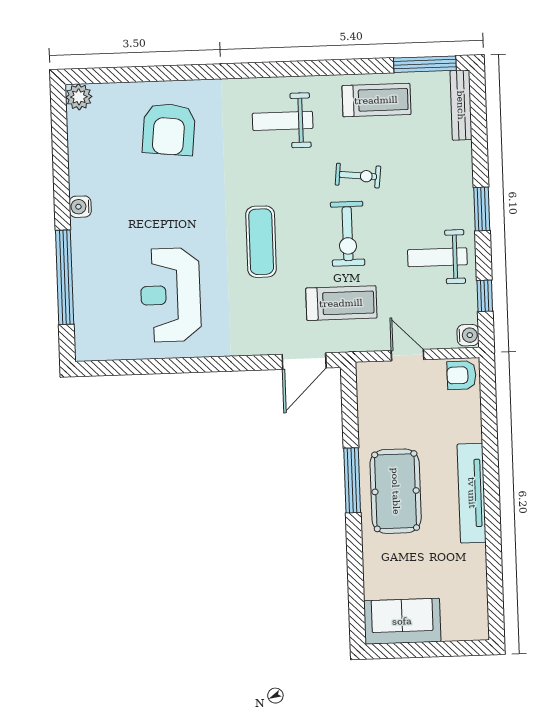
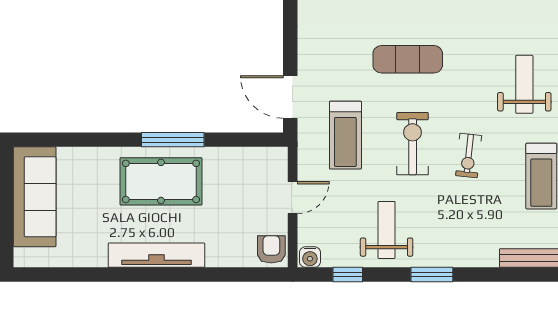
exercise bike: (348, 234) -> (413, 144), turned 90
sofa: (402, 621) -> (35, 197), width x1.36

